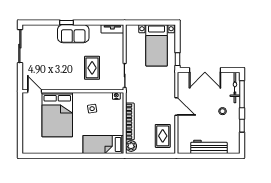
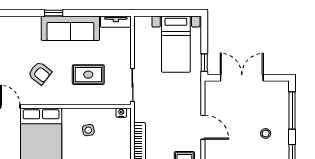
sofa: (73, 34) -> (70, 28), width x1.36
armchair: (56, 67) -> (40, 73), added
rug: (92, 68) -> (88, 75), turned 90
double door: (205, 70) -> (242, 78), swing flipped
bicycle: (235, 88) -> (283, 101), removed

